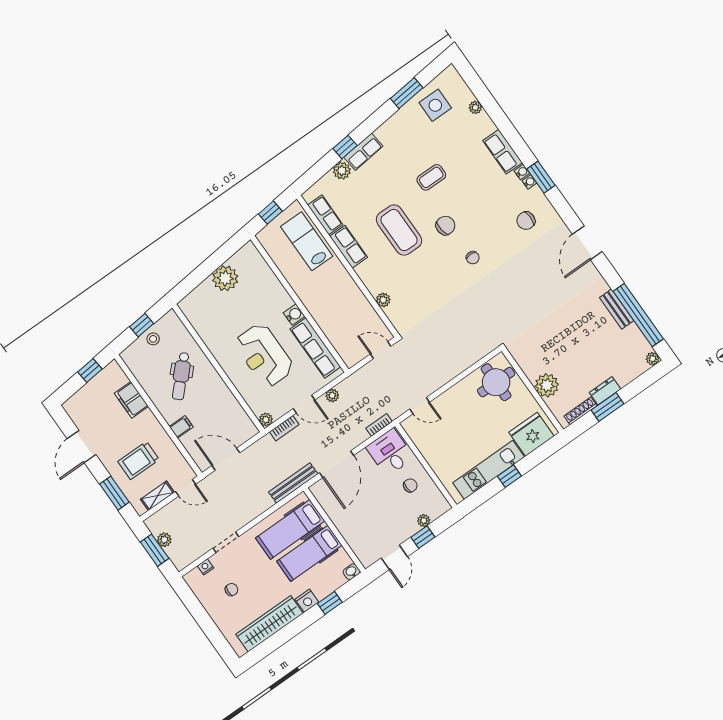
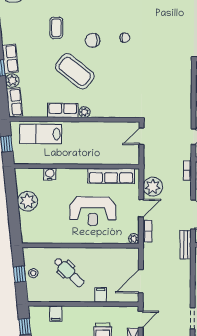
row of seats: (325, 215) -> (14, 102), moved, turned 84
chair: (445, 225) -> (93, 40), turned -82
coffee table: (399, 230) -> (75, 71), turned 38
plant: (383, 300) -> (84, 112), moved
water cooler: (294, 314) -> (50, 174), moved
plant: (332, 395) -> (153, 187), width x1.88, depth x1.88
filing cabinet: (131, 400) -> (56, 314), width x0.50
bench: (293, 483) -> (186, 245), width x0.73

